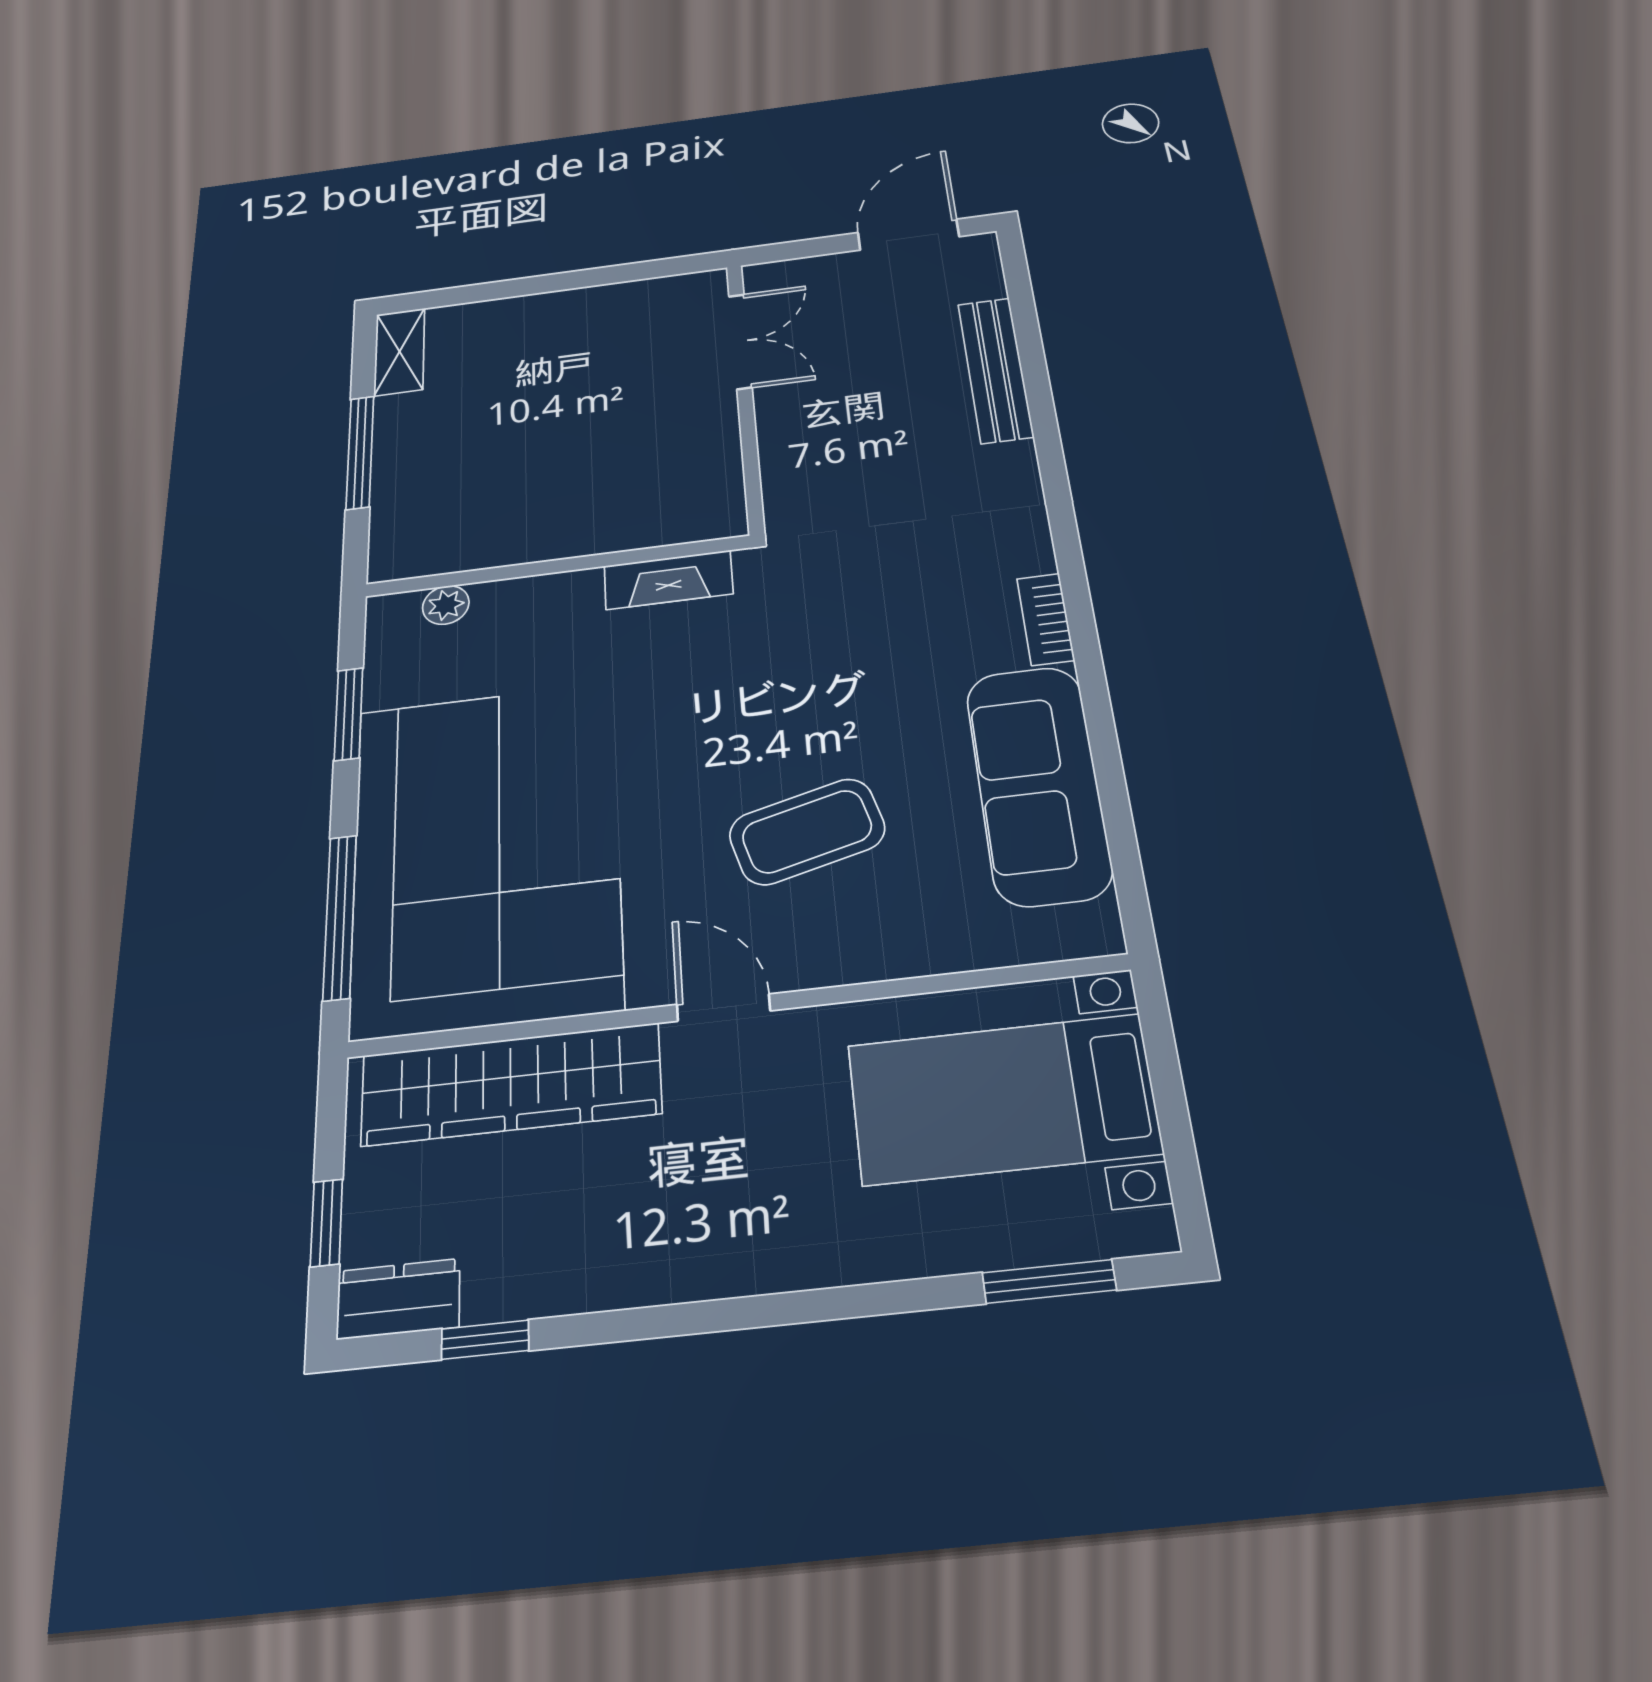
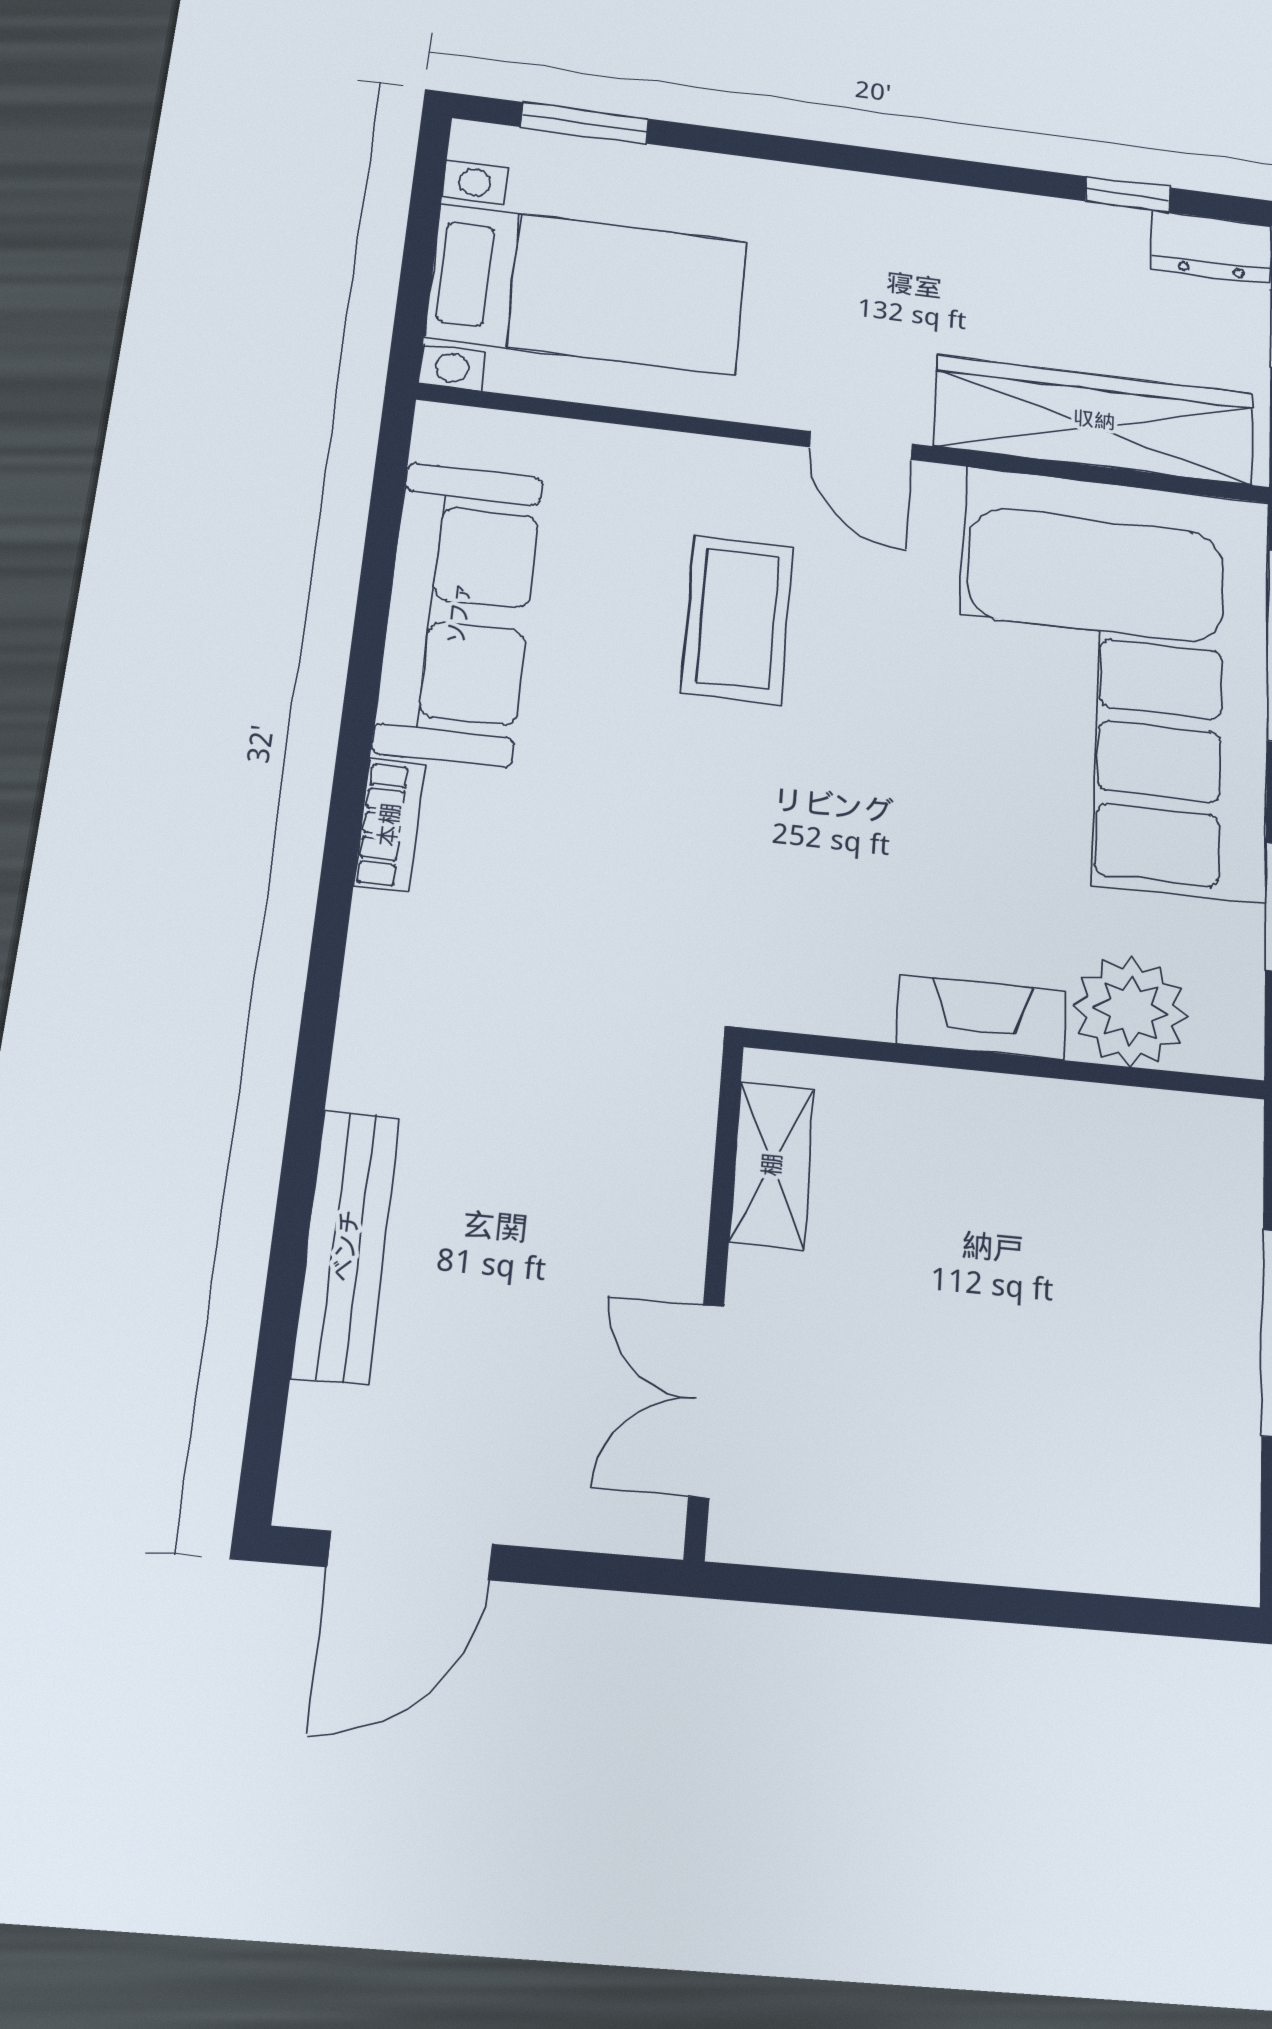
shelving: (399, 352) -> (772, 1165), moved
fireplace: (668, 580) -> (982, 1017), moved
plant: (446, 605) -> (1131, 1011), width x1.88, depth x1.88
coffee table: (807, 832) -> (738, 619), turned -75

